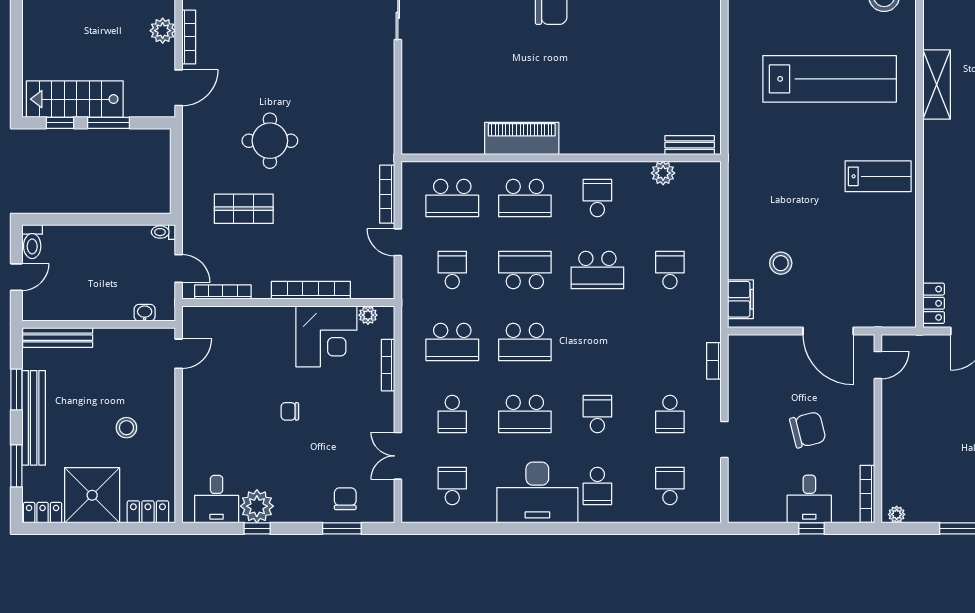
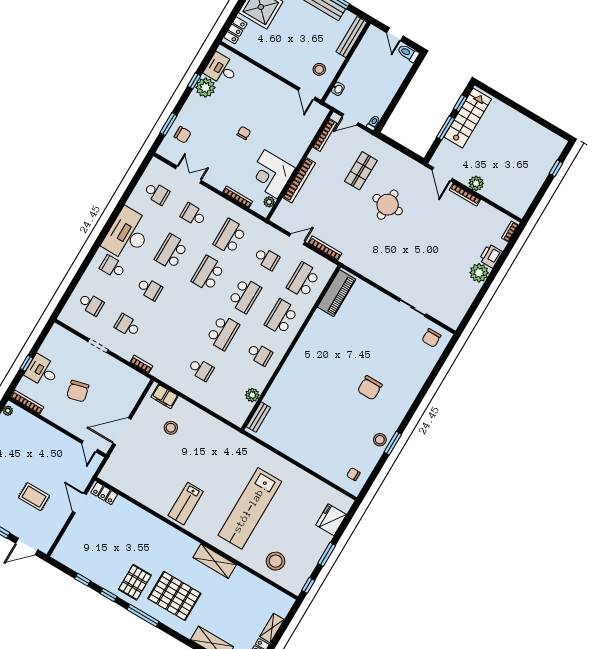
piano: (522, 138) -> (337, 293), moved
school desk: (597, 270) -> (223, 332), turned 180
stool: (126, 428) -> (319, 69), moved

